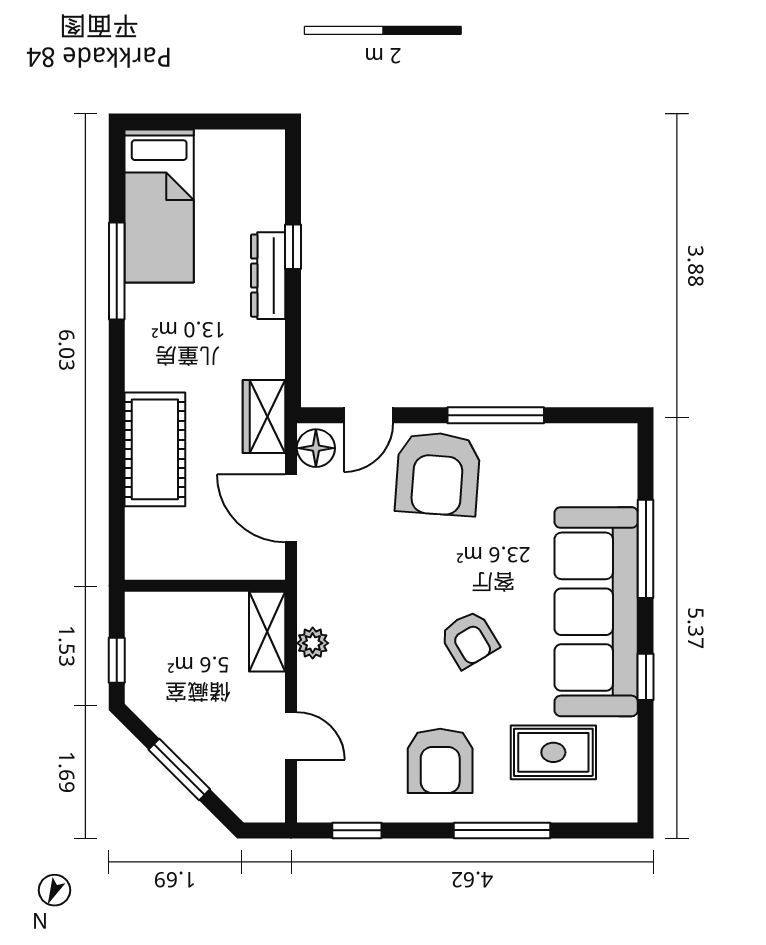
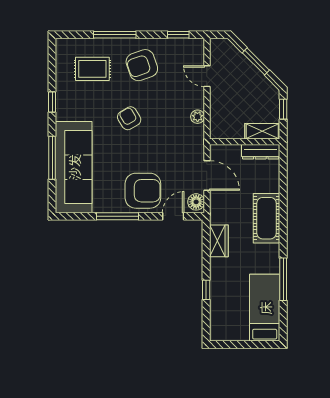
dresser: (268, 276) -> (261, 152), moved, turned 90
wardrobe: (264, 416) -> (219, 241), moved
cot: (155, 449) -> (267, 218), moved
armchair: (438, 474) -> (143, 191), turned 86
sofa: (596, 612) -> (74, 167), moved
shelving: (267, 632) -> (262, 131), moved, turned 90
armchair: (440, 761) -> (142, 65), turned -109

